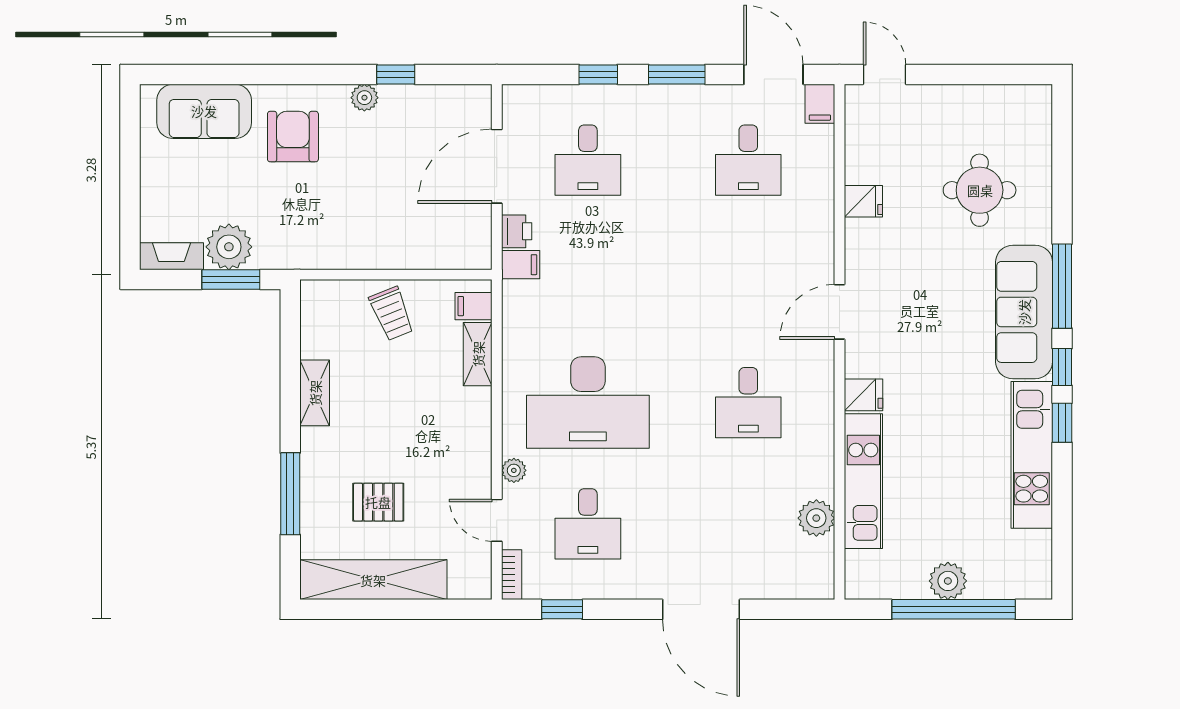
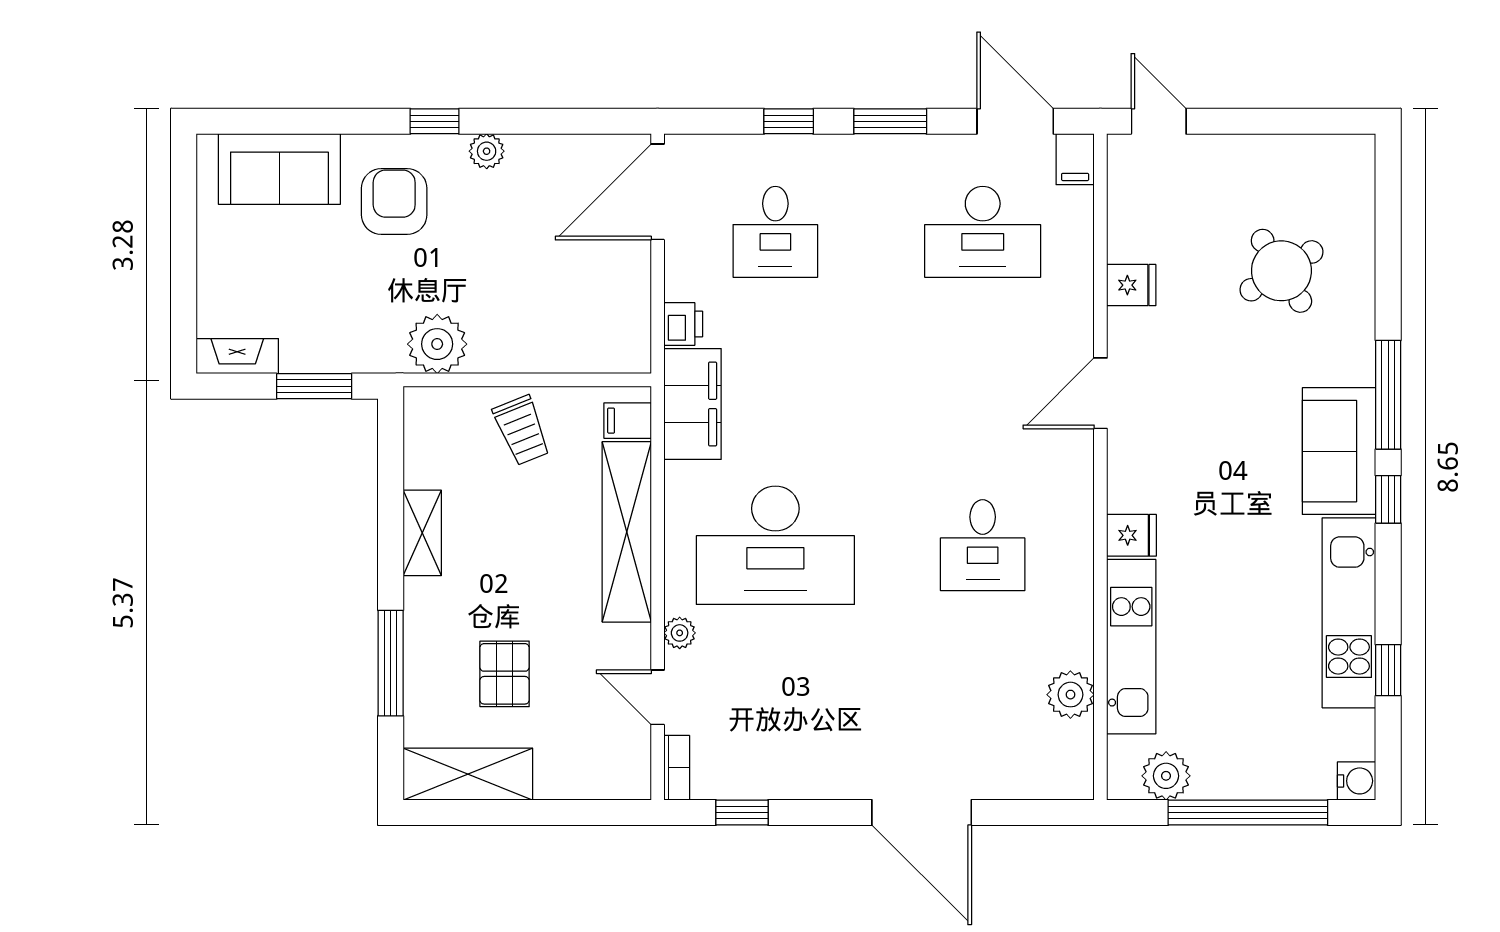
window: (396, 74) -> (435, 121), moved
desk: (748, 160) -> (983, 232), width x1.37
door: (497, 166) -> (658, 192), moved
round table: (980, 190) -> (1281, 271), turned -32
plant: (229, 247) -> (437, 344), moved
filing cabinet: (521, 265) -> (692, 404), width x3.00, depth x1.17
door: (839, 312) -> (1100, 393), moved
sofa: (1024, 312) -> (1339, 451), width x0.73
shelving: (478, 354) -> (627, 532), width x2.20, depth x1.33
window: (1062, 423) -> (1388, 670), moved
pallet: (378, 502) -> (505, 674), turned 90
desk: (588, 524) -> (775, 702), removed
shelving: (373, 580) -> (468, 774), width x0.68
plant: (948, 581) -> (1166, 776), moved
water cooler: (1038, 585) -> (1357, 781), added

